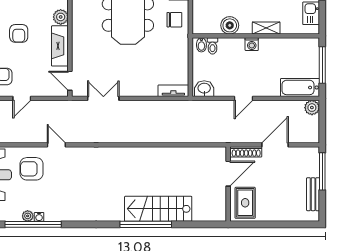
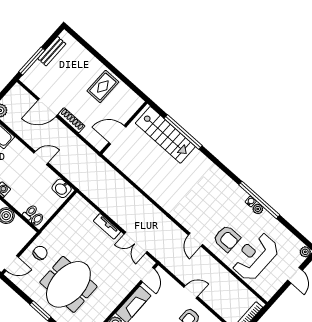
chair: (174, 20) -> (40, 253), turned 90
tv unit: (173, 91) -> (107, 226), moved
door: (228, 174) -> (117, 135), moved
wall: (228, 184) -> (124, 128), moved

